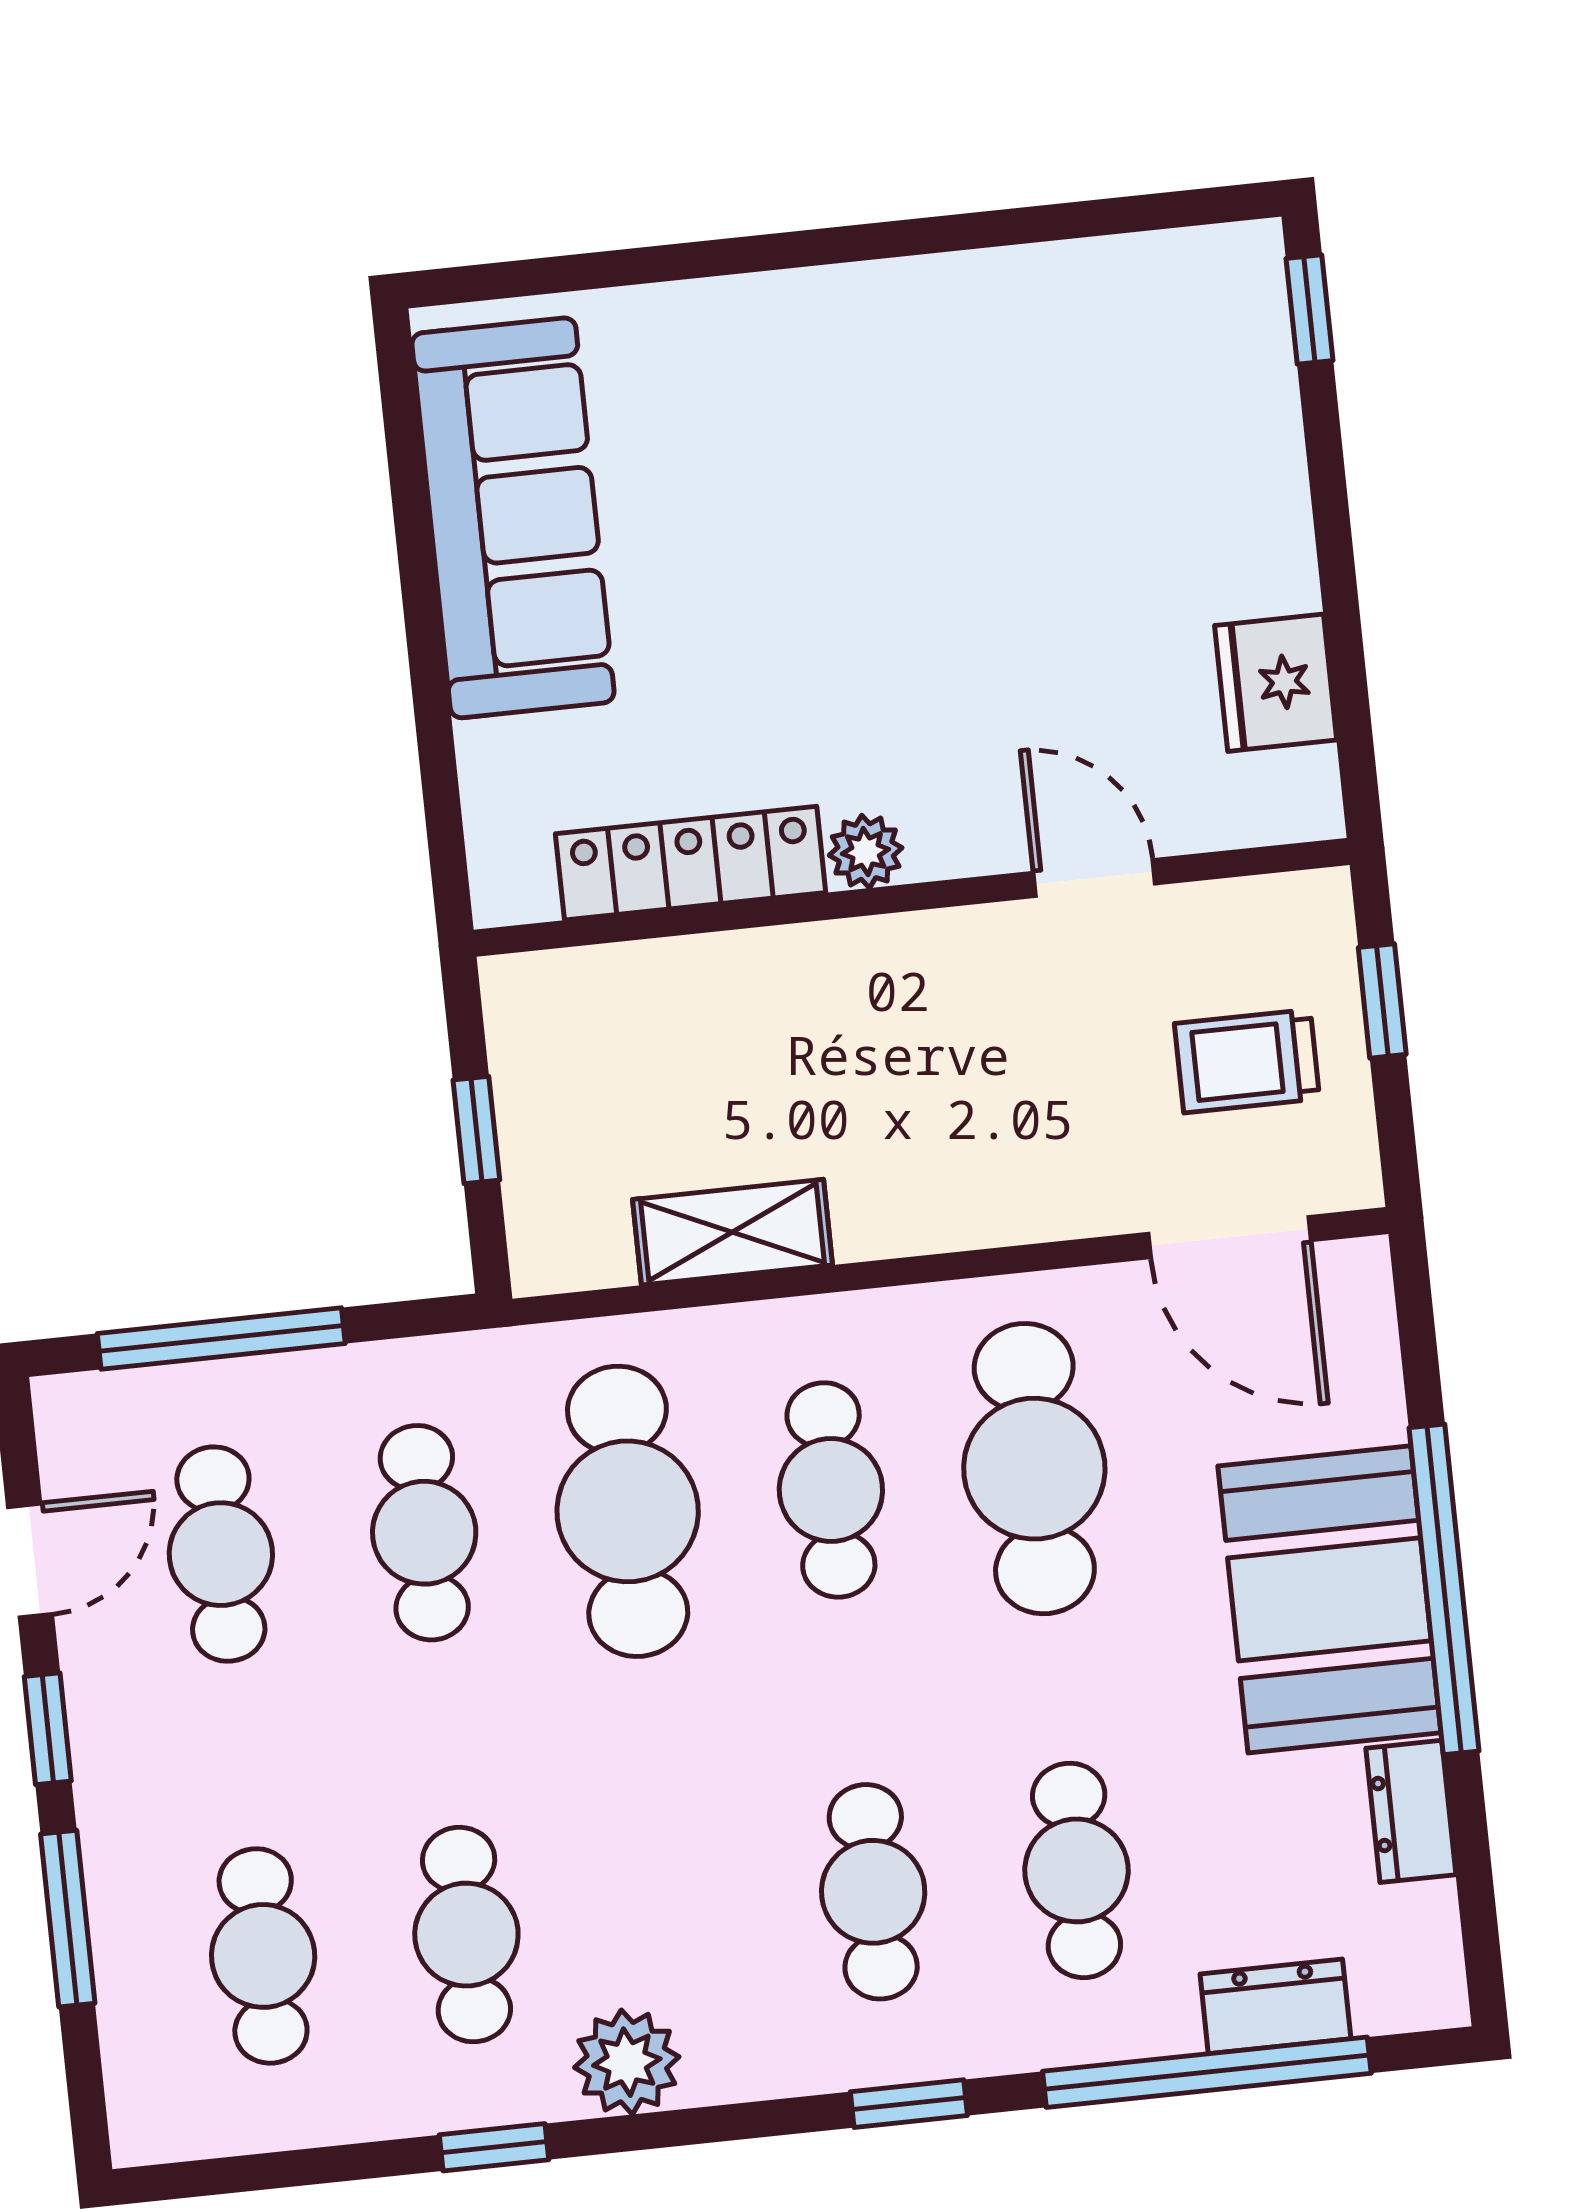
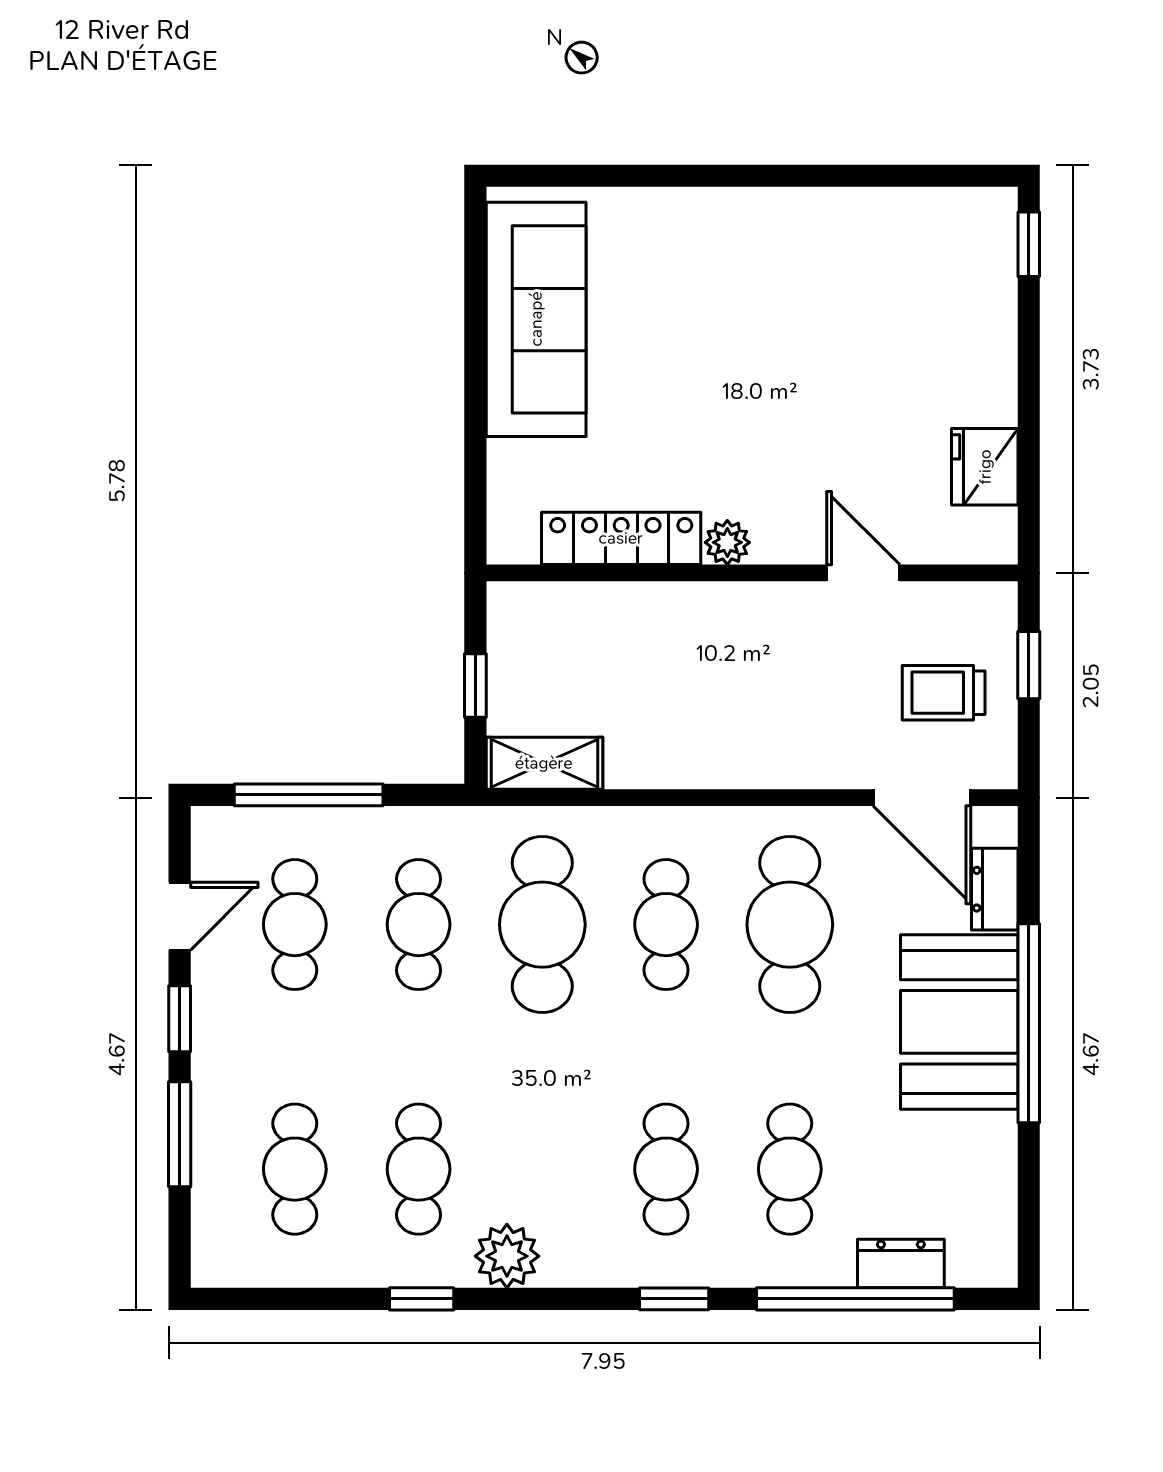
shelving: (732, 1232) -> (544, 763), moved
dresser: (1411, 1811) -> (995, 889), moved

